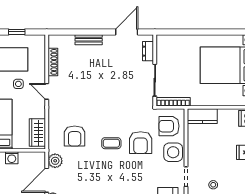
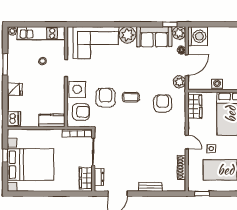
window: (17, 32) -> (202, 194), moved
wardrobe: (163, 50) -> (86, 178), added

